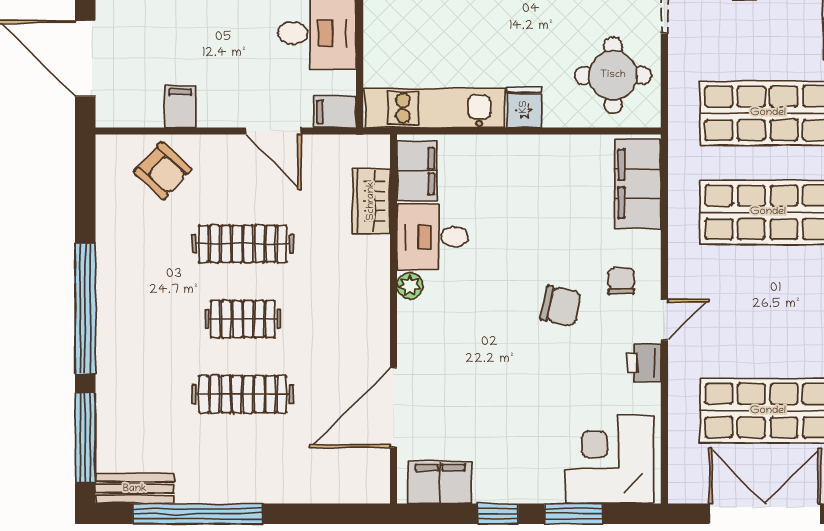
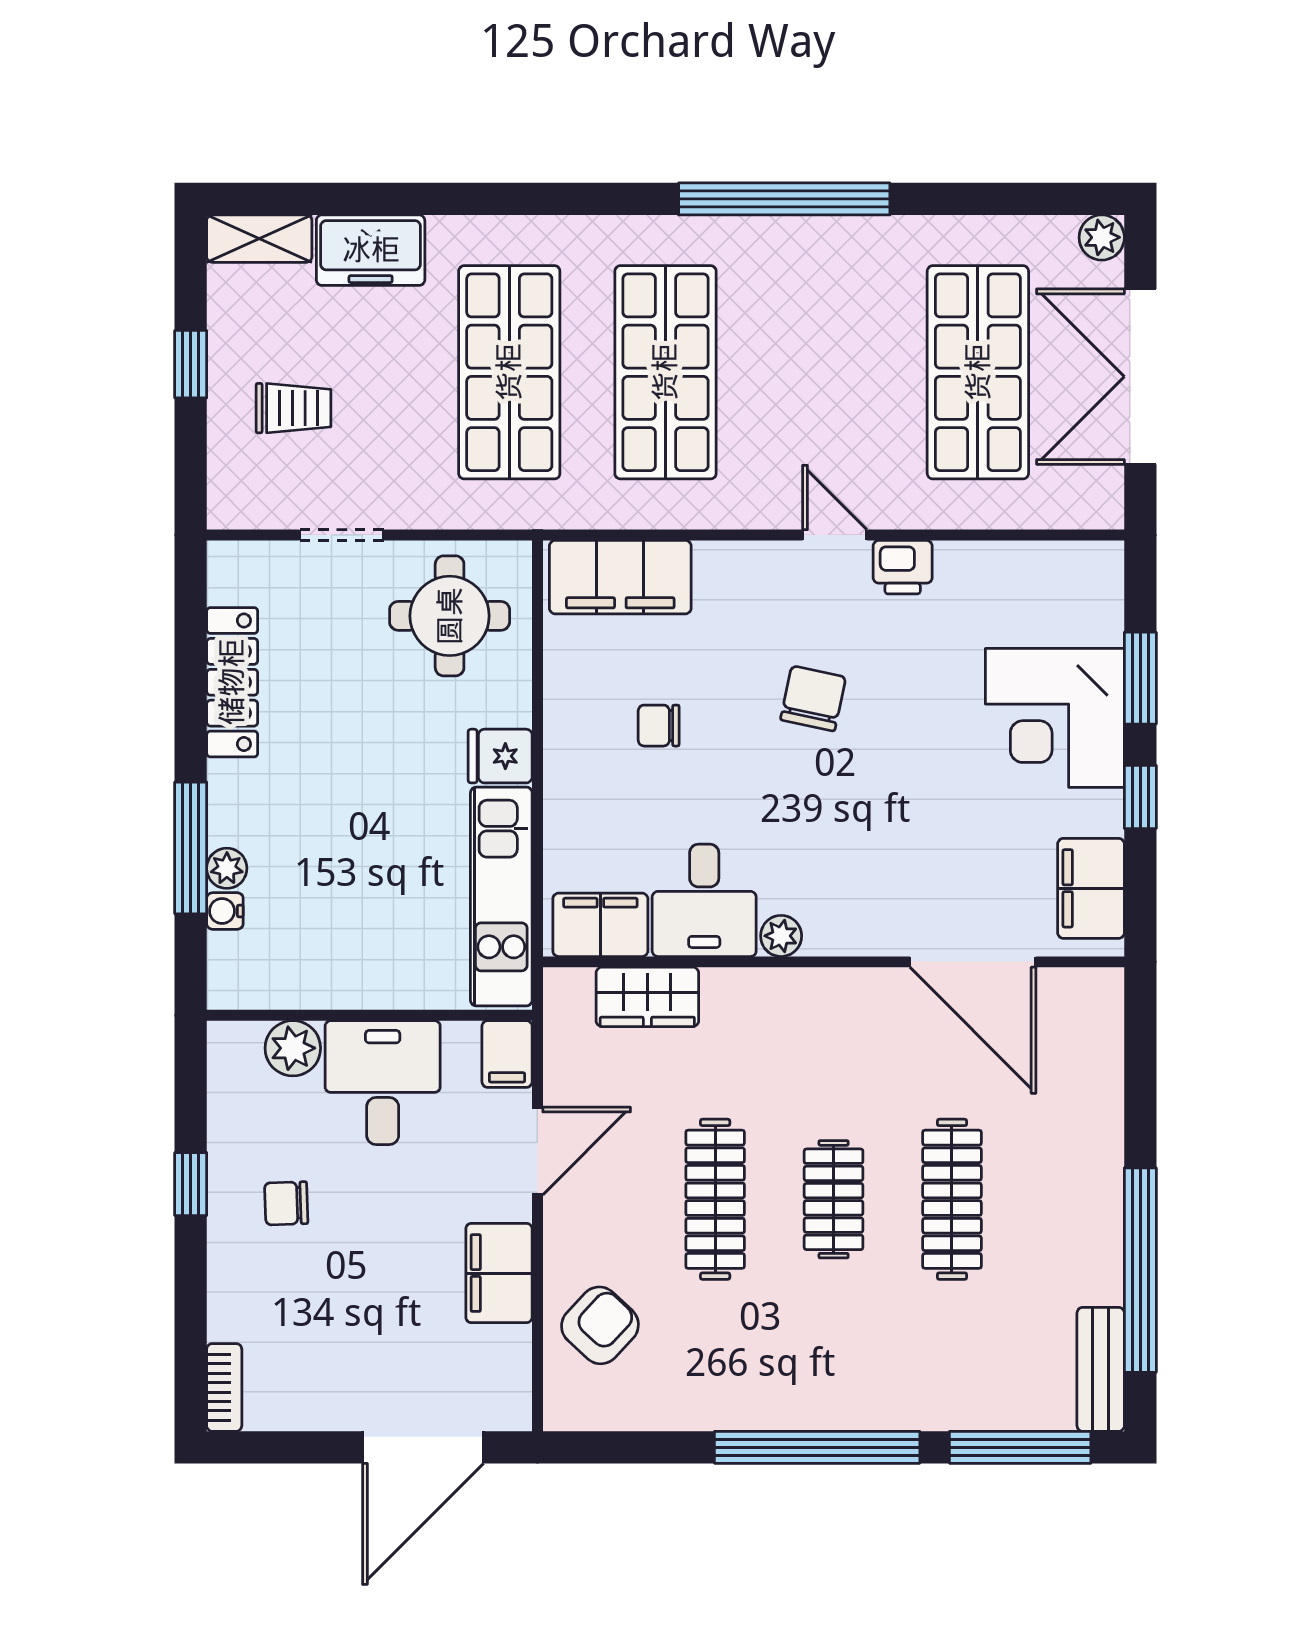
filing cabinet: (180, 107) -> (499, 1273), width x2.00
chair: (621, 281) -> (659, 726), moved
corner desk: (610, 459) -> (1055, 718), moved

